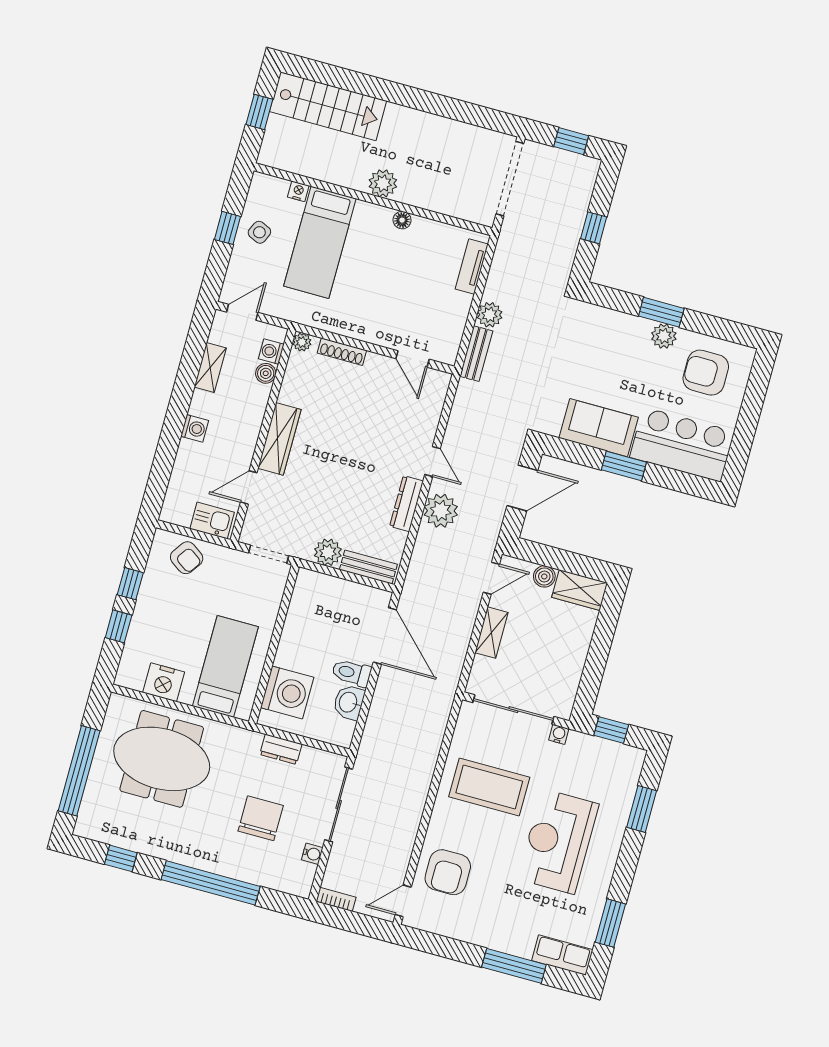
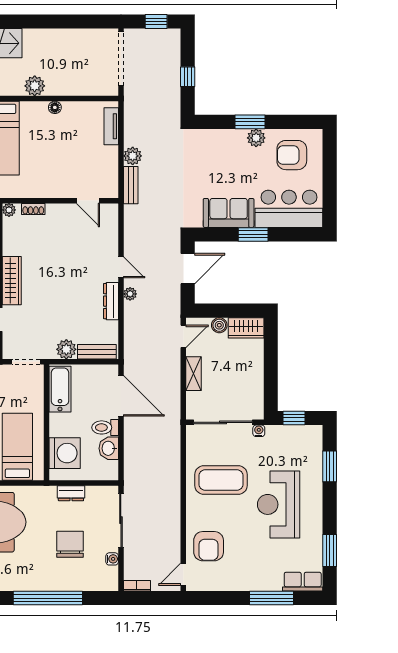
shoe rack: (342, 352) -> (33, 209), width x0.70
plant: (441, 511) -> (130, 294), width x0.53, depth x0.53
bathtub: (305, 604) -> (60, 389), added

